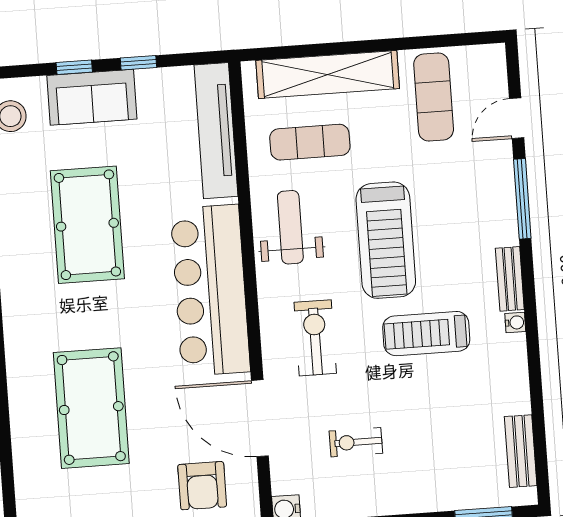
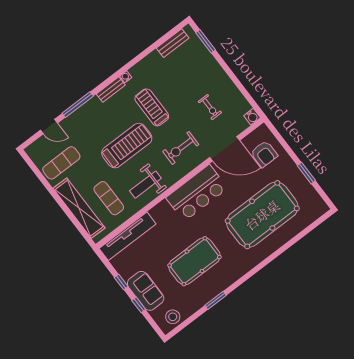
bar counter: (210, 290) -> (197, 193), width x0.73
treadmill: (426, 334) -> (152, 107), turned 180
pool table: (91, 408) -> (262, 215), width x1.36, depth x1.32
door: (260, 418) -> (225, 149), hinge flipped
armchair: (202, 486) -> (264, 154), turned 90

